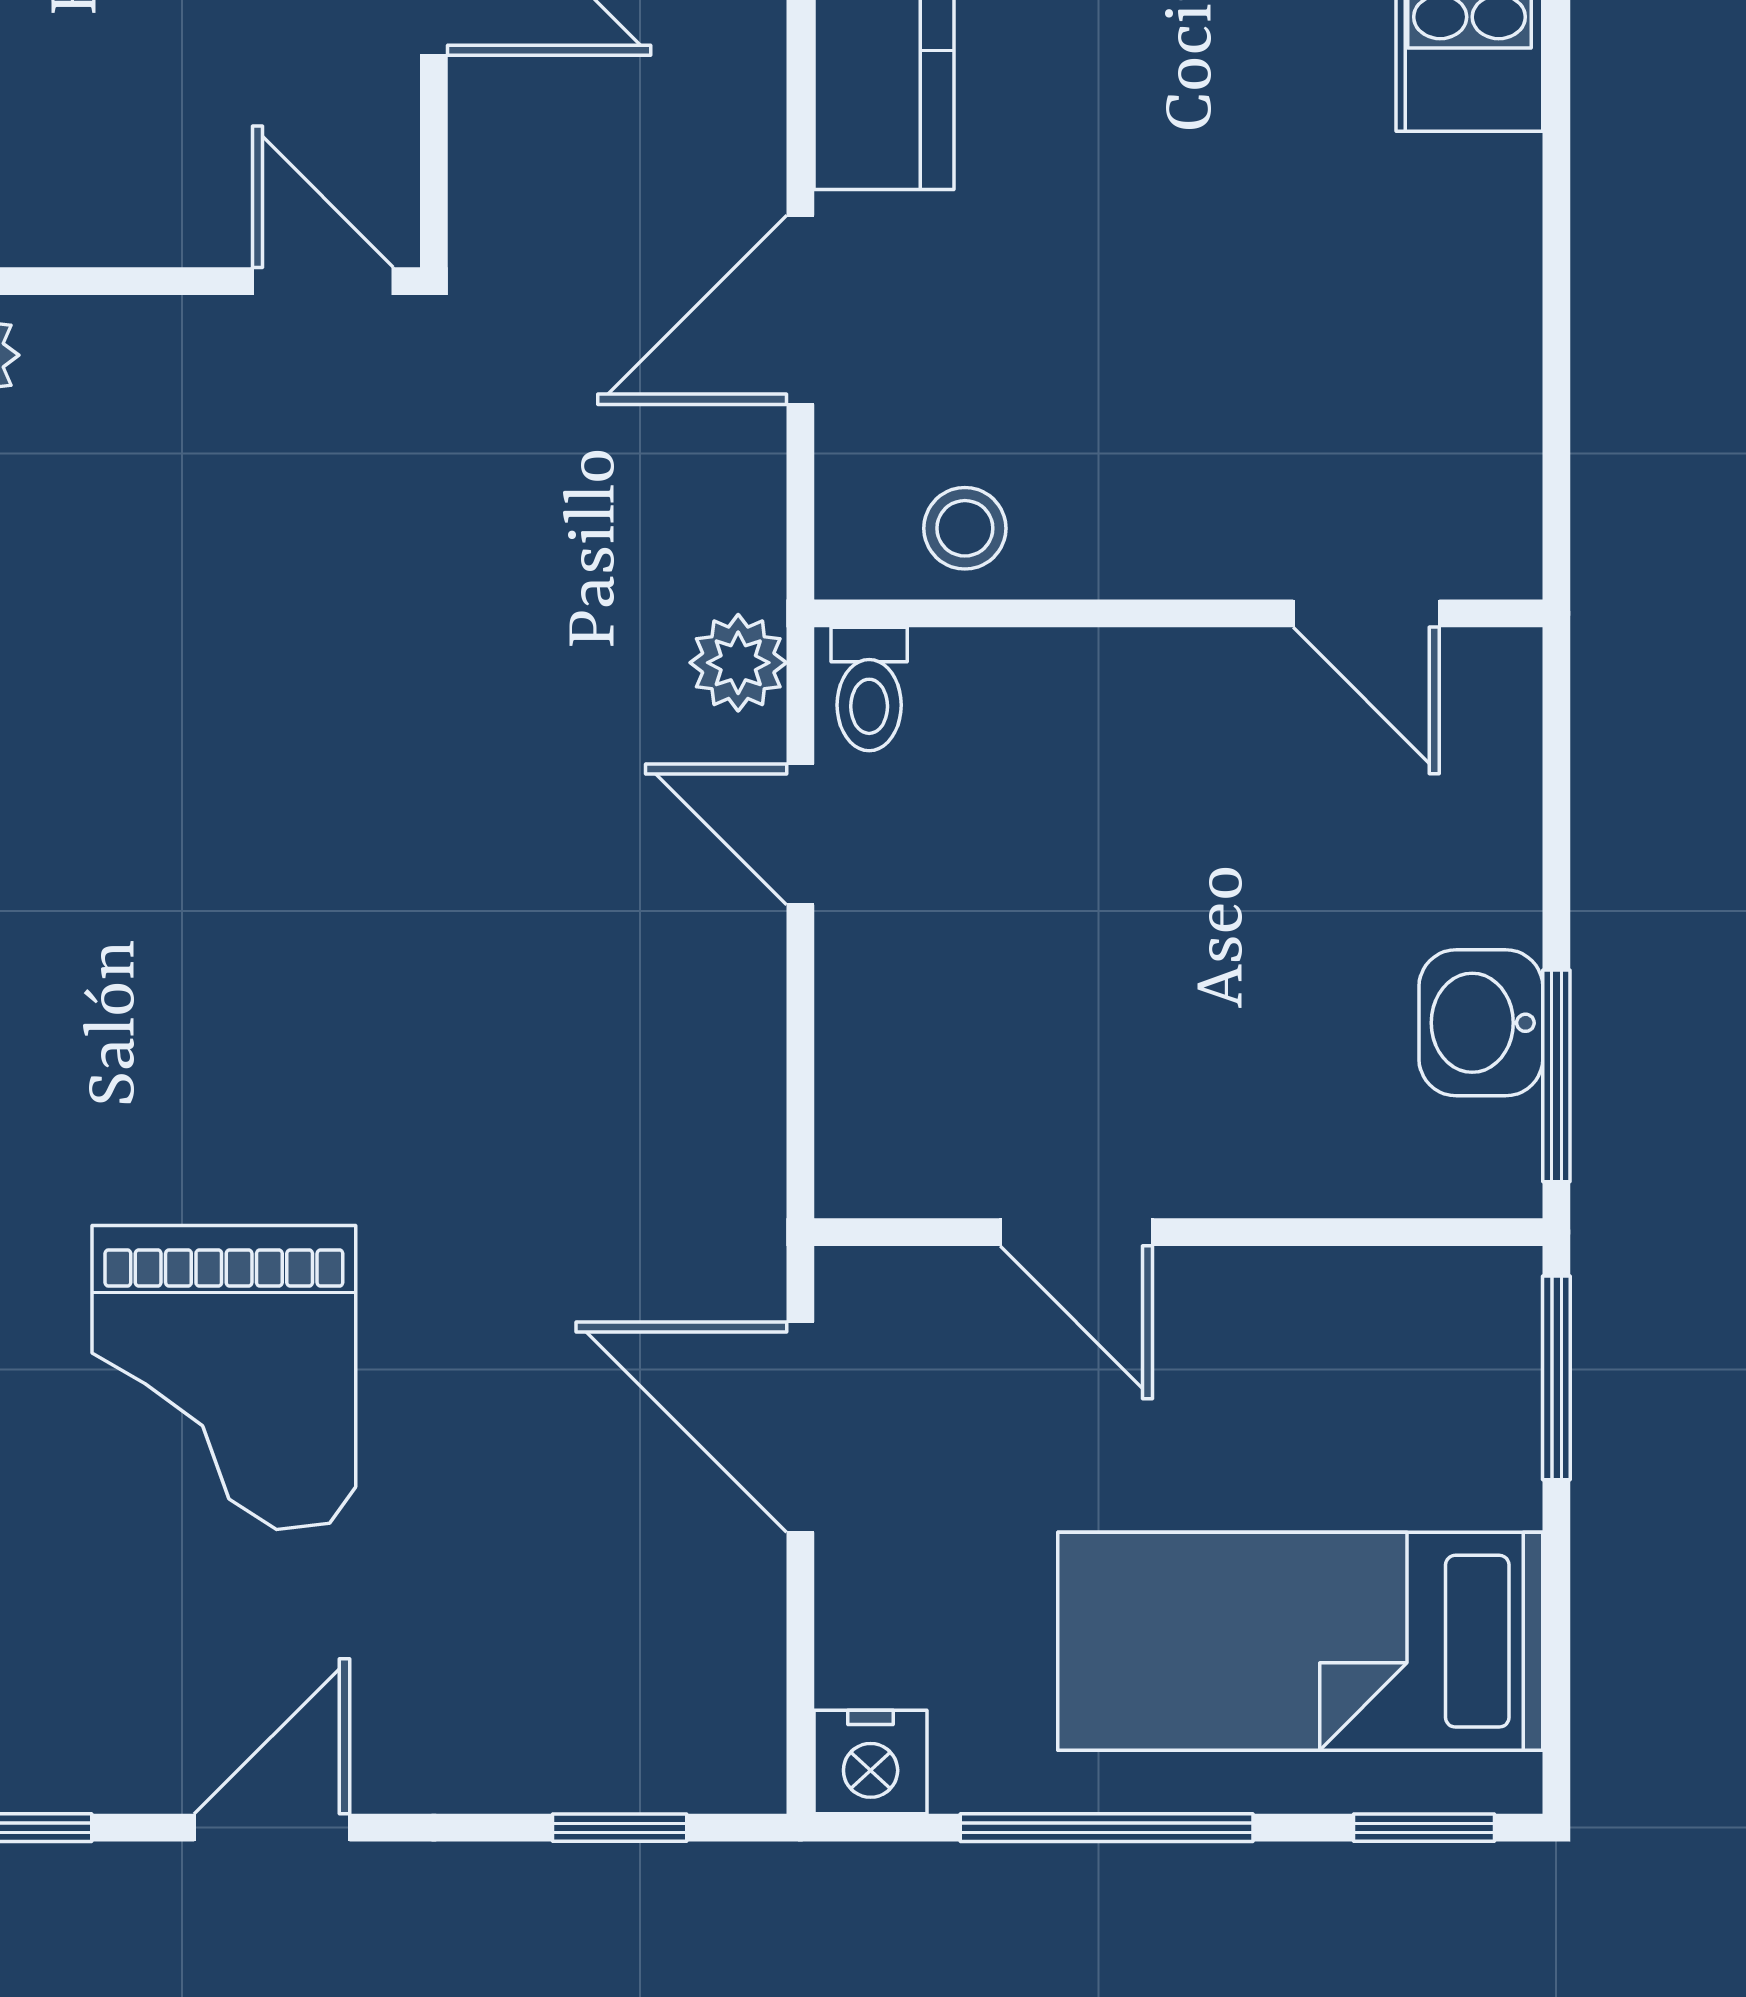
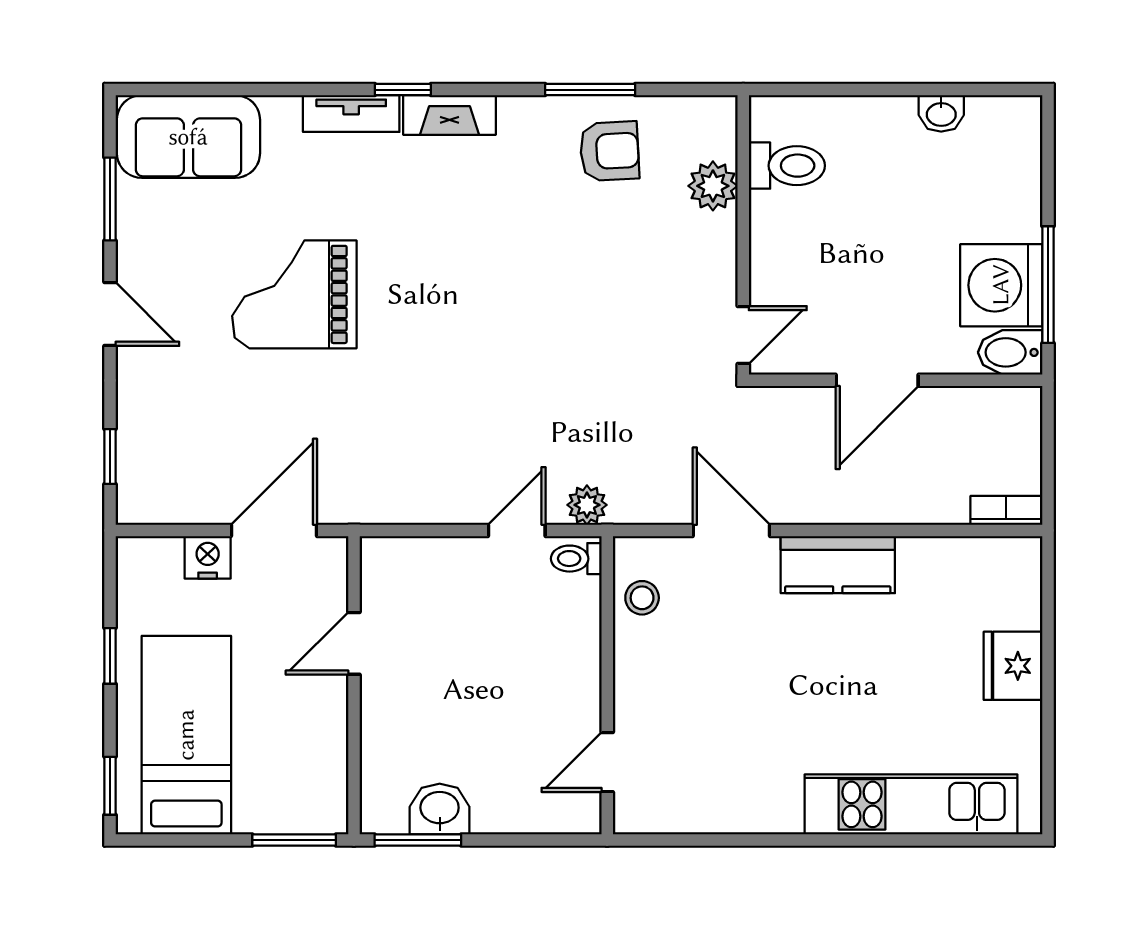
nightstand: (871, 1762) -> (208, 557), moved, turned 90
window: (1107, 1828) -> (110, 656), width x0.46

